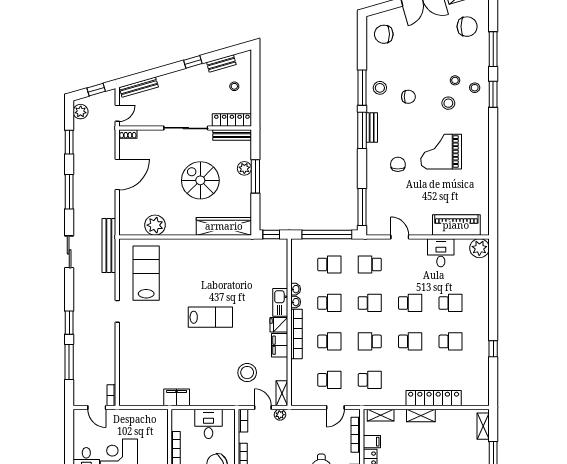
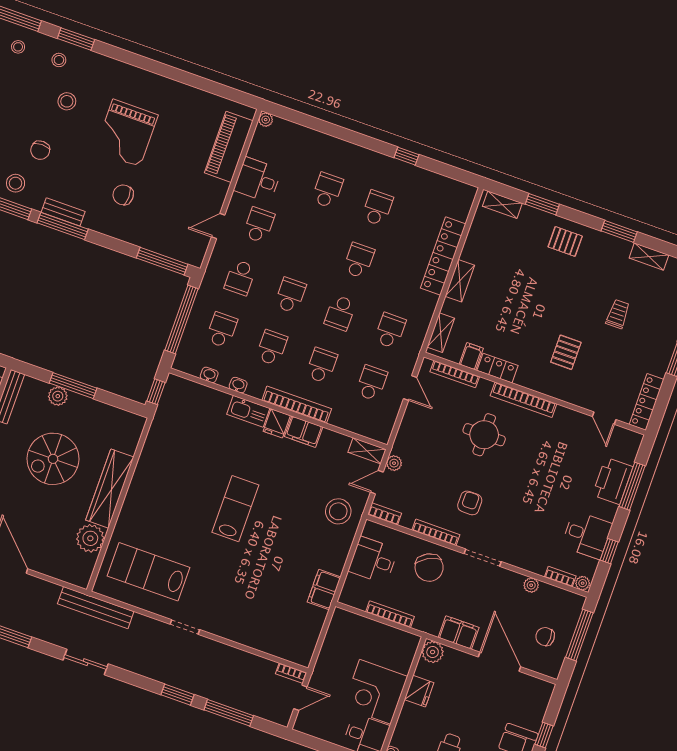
stool: (455, 80) -> (18, 47), moved
chair: (408, 97) -> (40, 150), turned 180
wardrobe: (224, 226) -> (110, 489), moved
plant: (479, 248) -> (266, 120), width x0.53, depth x0.53
washbasin: (296, 302) -> (209, 375), moved
school desk: (410, 303) -> (259, 225), moved
stool: (247, 373) -> (338, 511), moved

